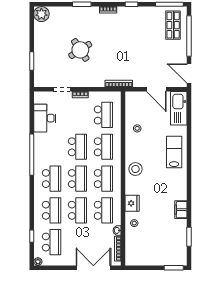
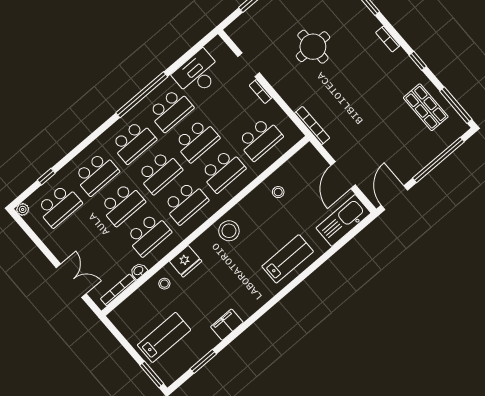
shop shelf: (173, 25) -> (426, 107), moved, turned 90
round table: (80, 50) -> (313, 47), turned 33
school desk: (51, 147) -> (171, 110), added
lab bench: (161, 246) -> (164, 337), added
double door: (93, 268) -> (71, 281), width x0.73

